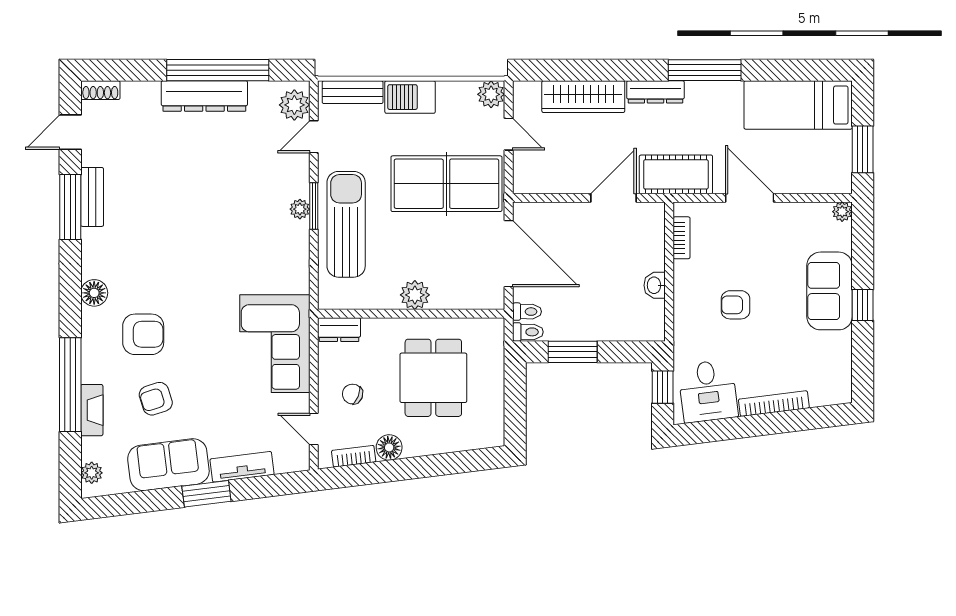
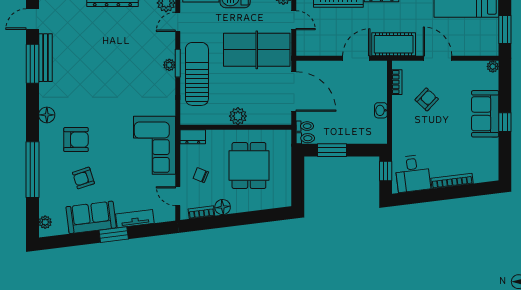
bench: (92, 197) -> (46, 58), width x1.36
armchair: (736, 305) -> (427, 99), moved, turned 133
fireplace: (92, 410) -> (45, 185), removed

